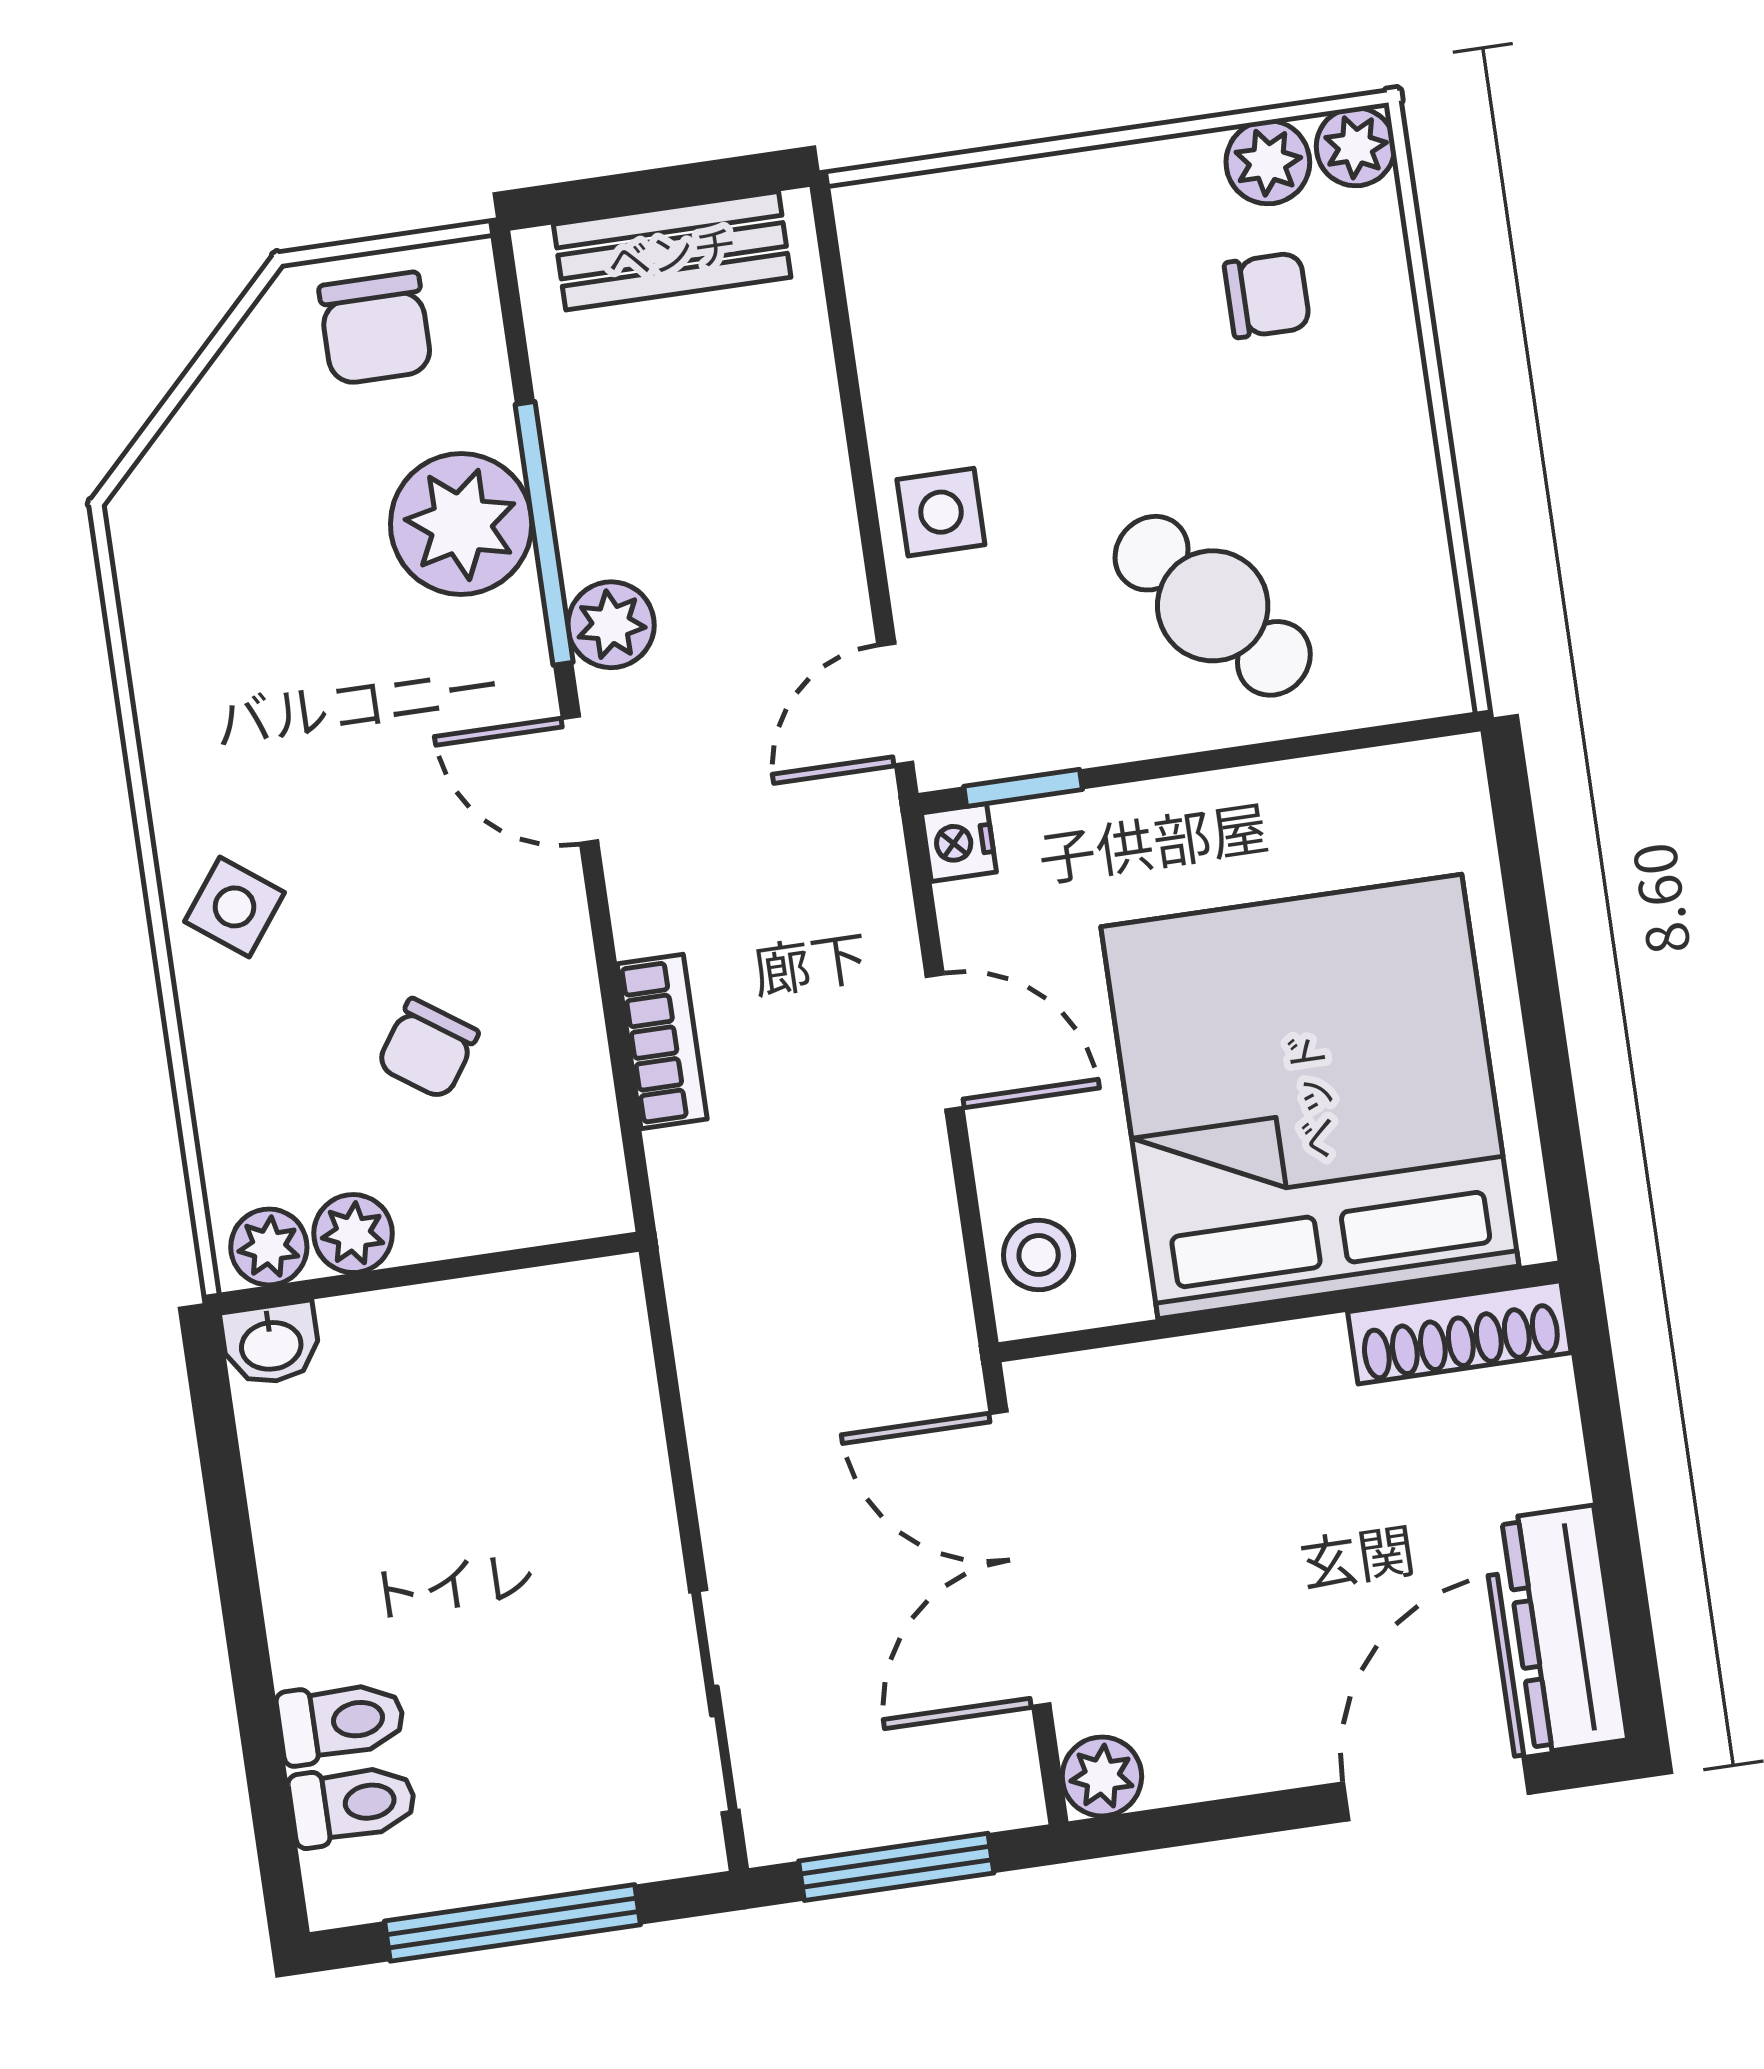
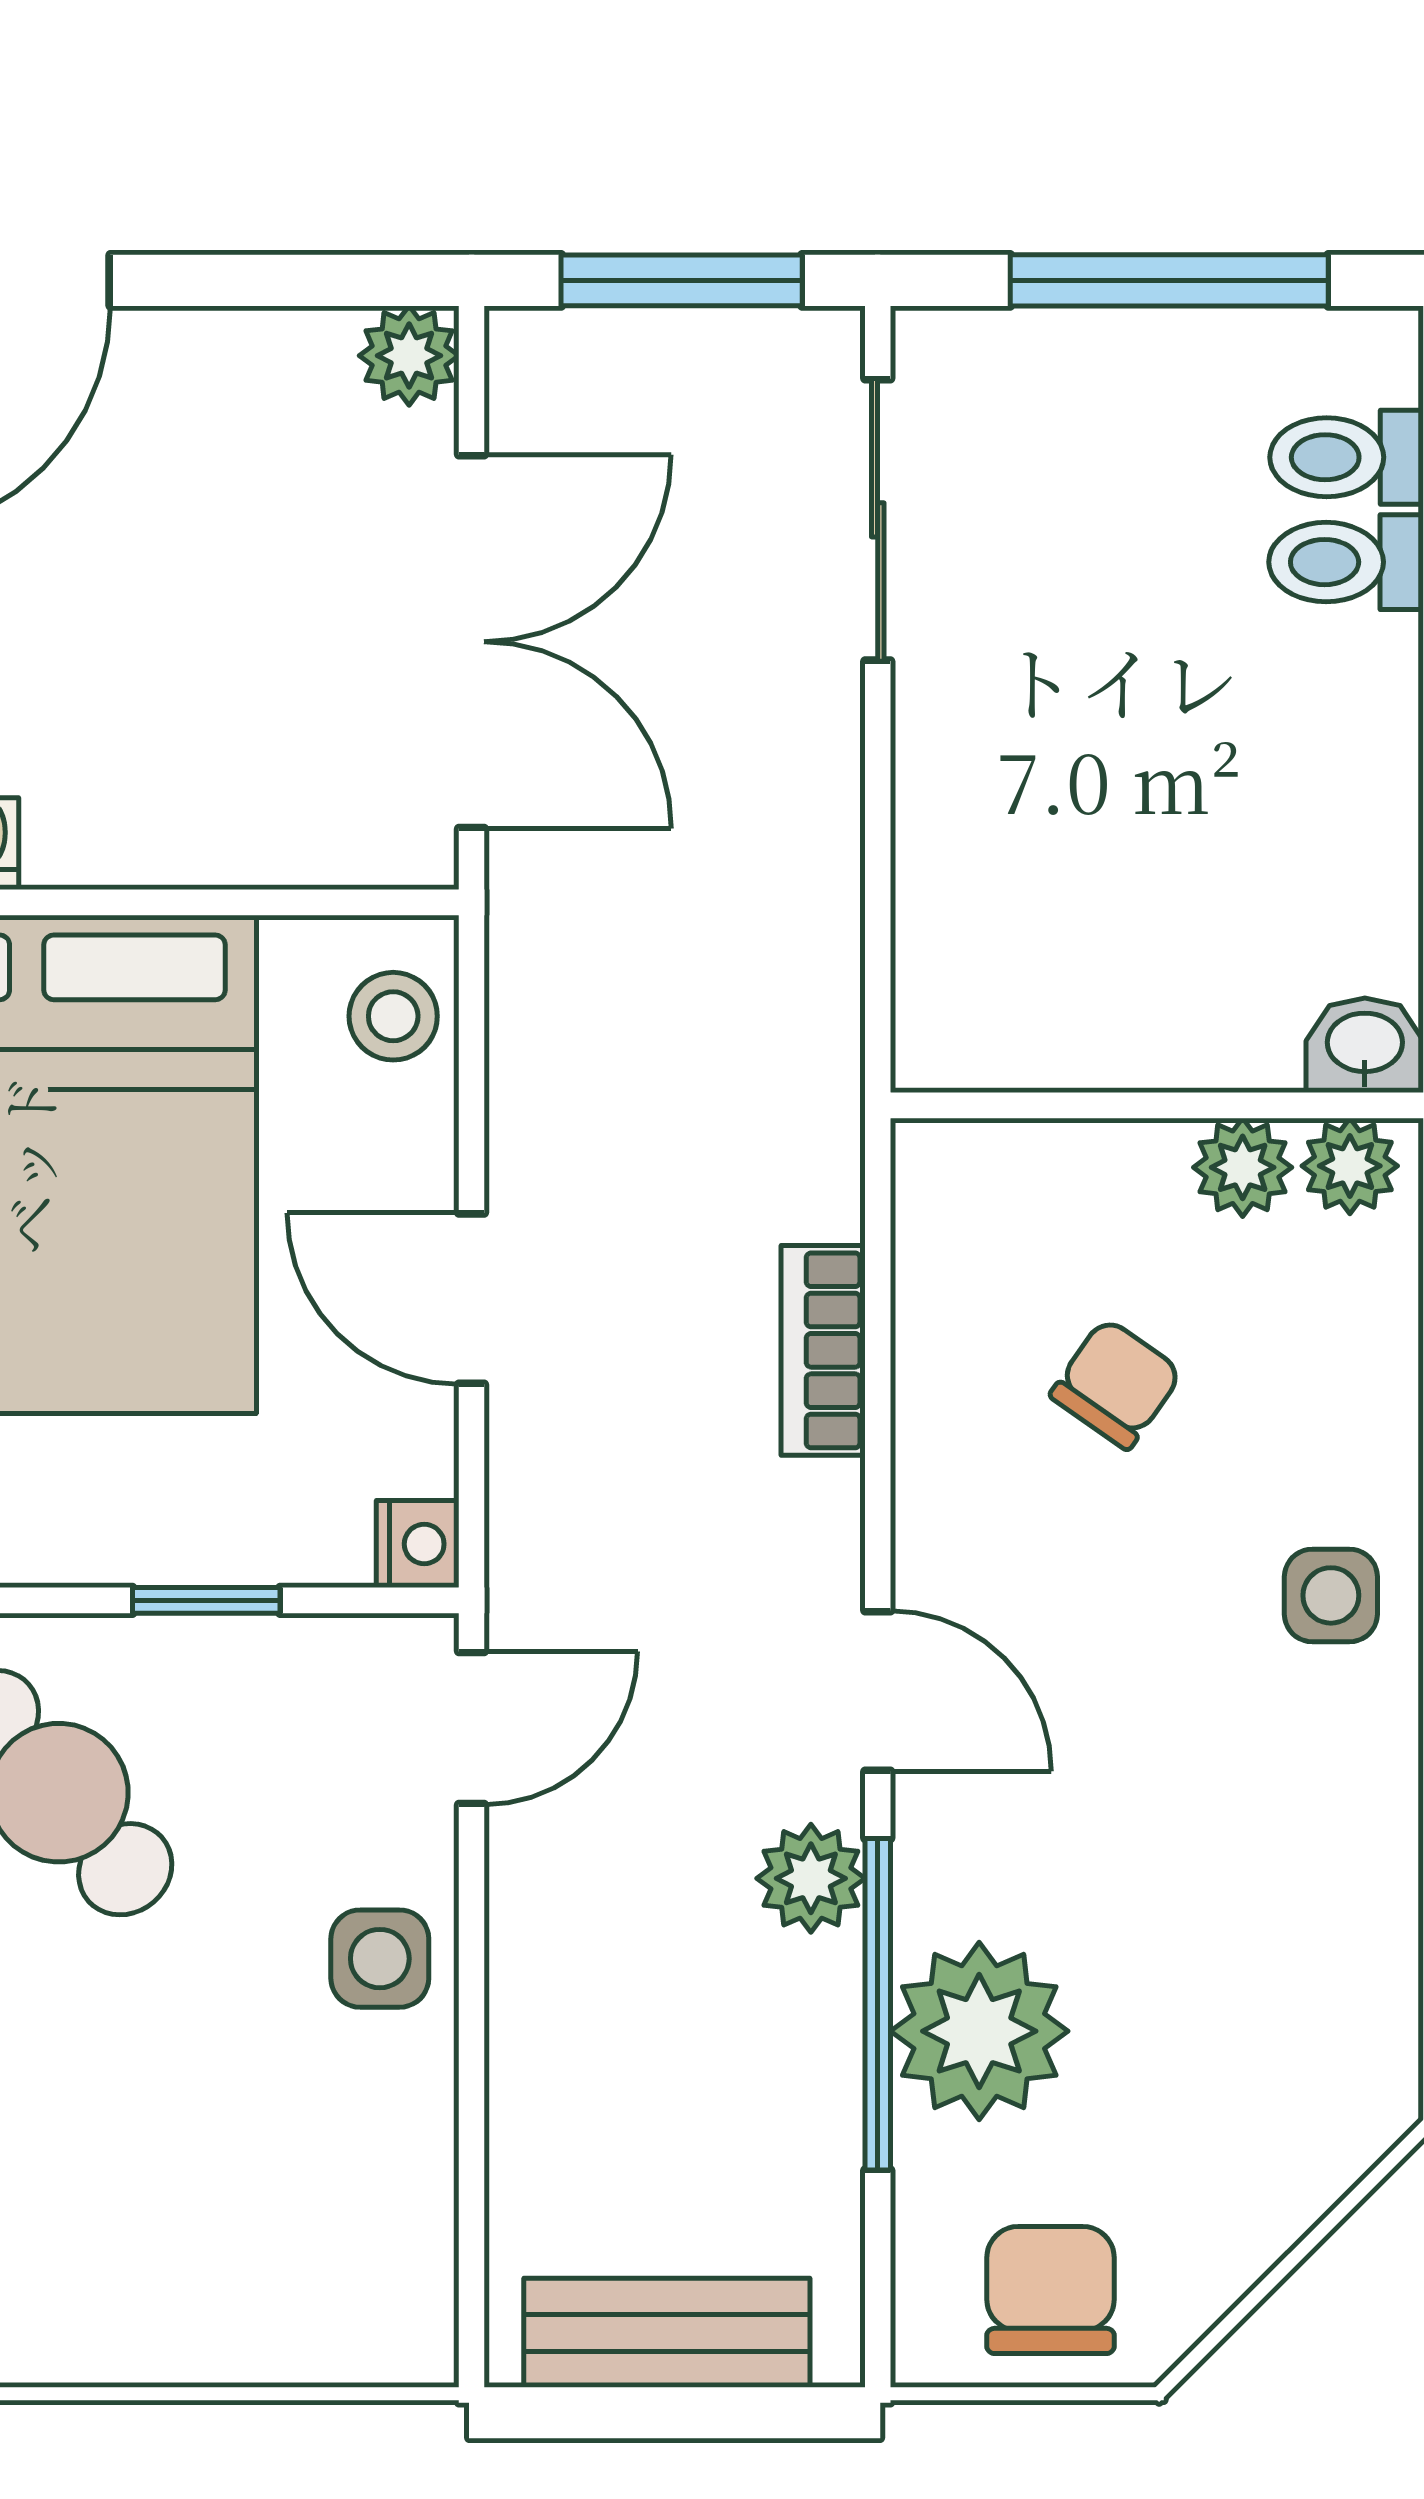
window: (1023, 788) -> (206, 1600), moved
side table: (234, 907) -> (1331, 1595), turned -37

